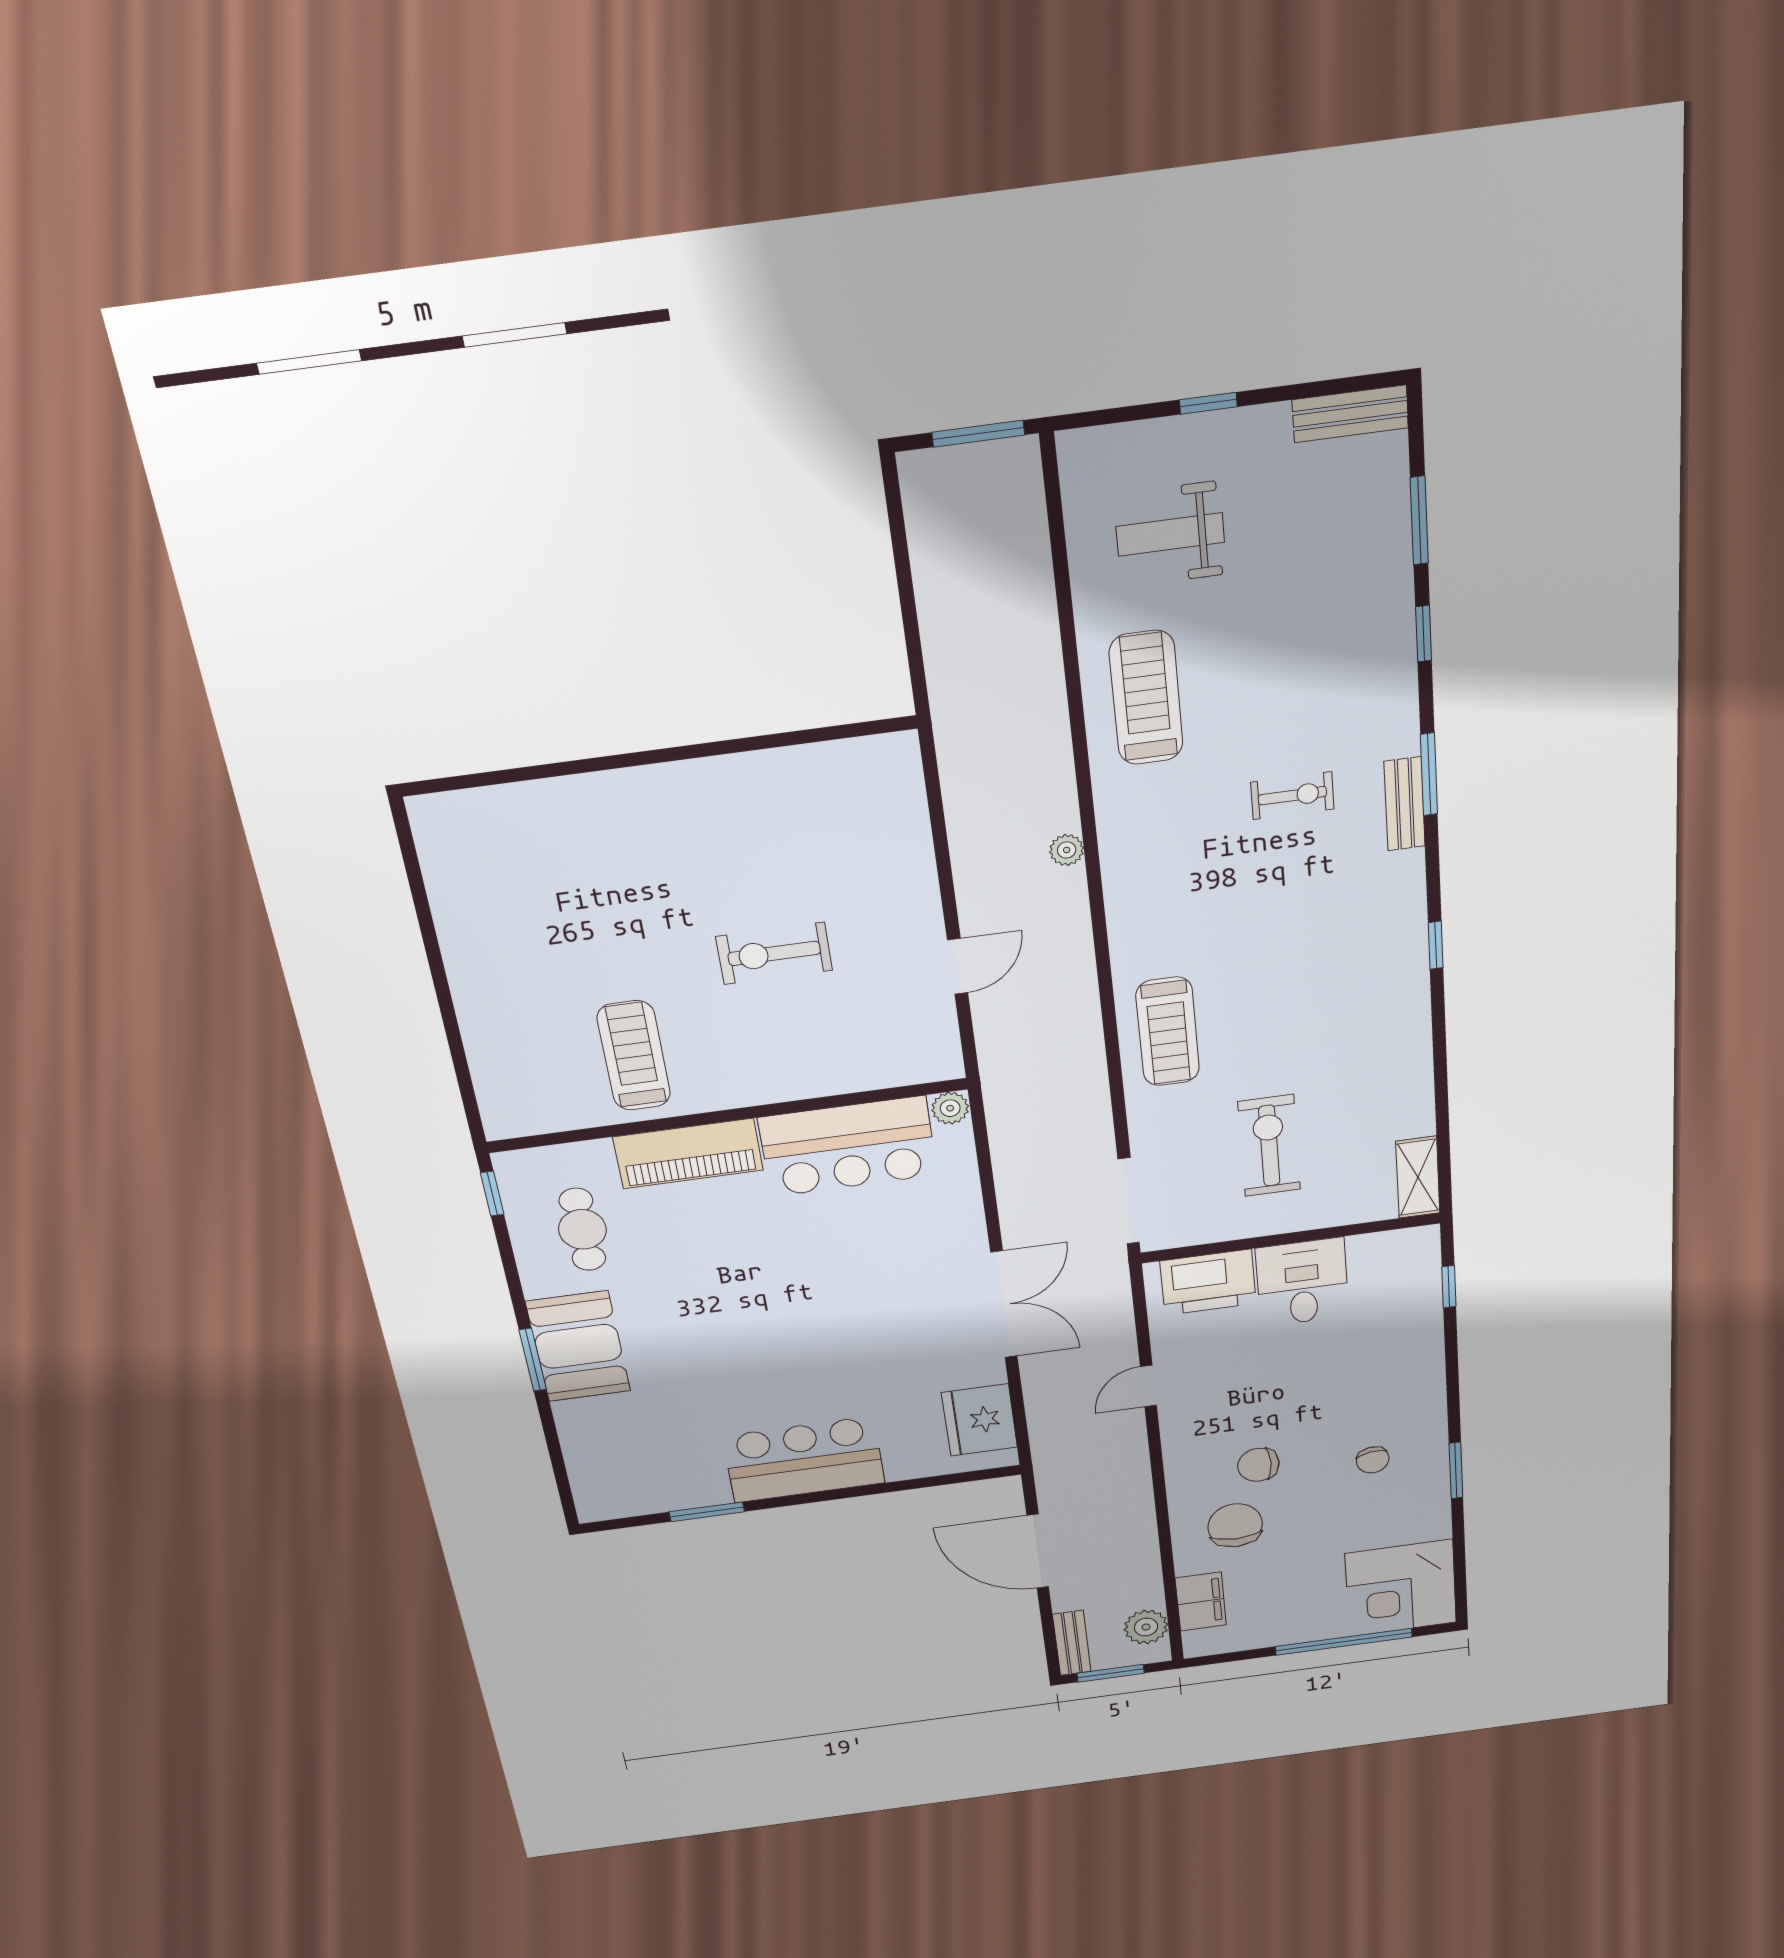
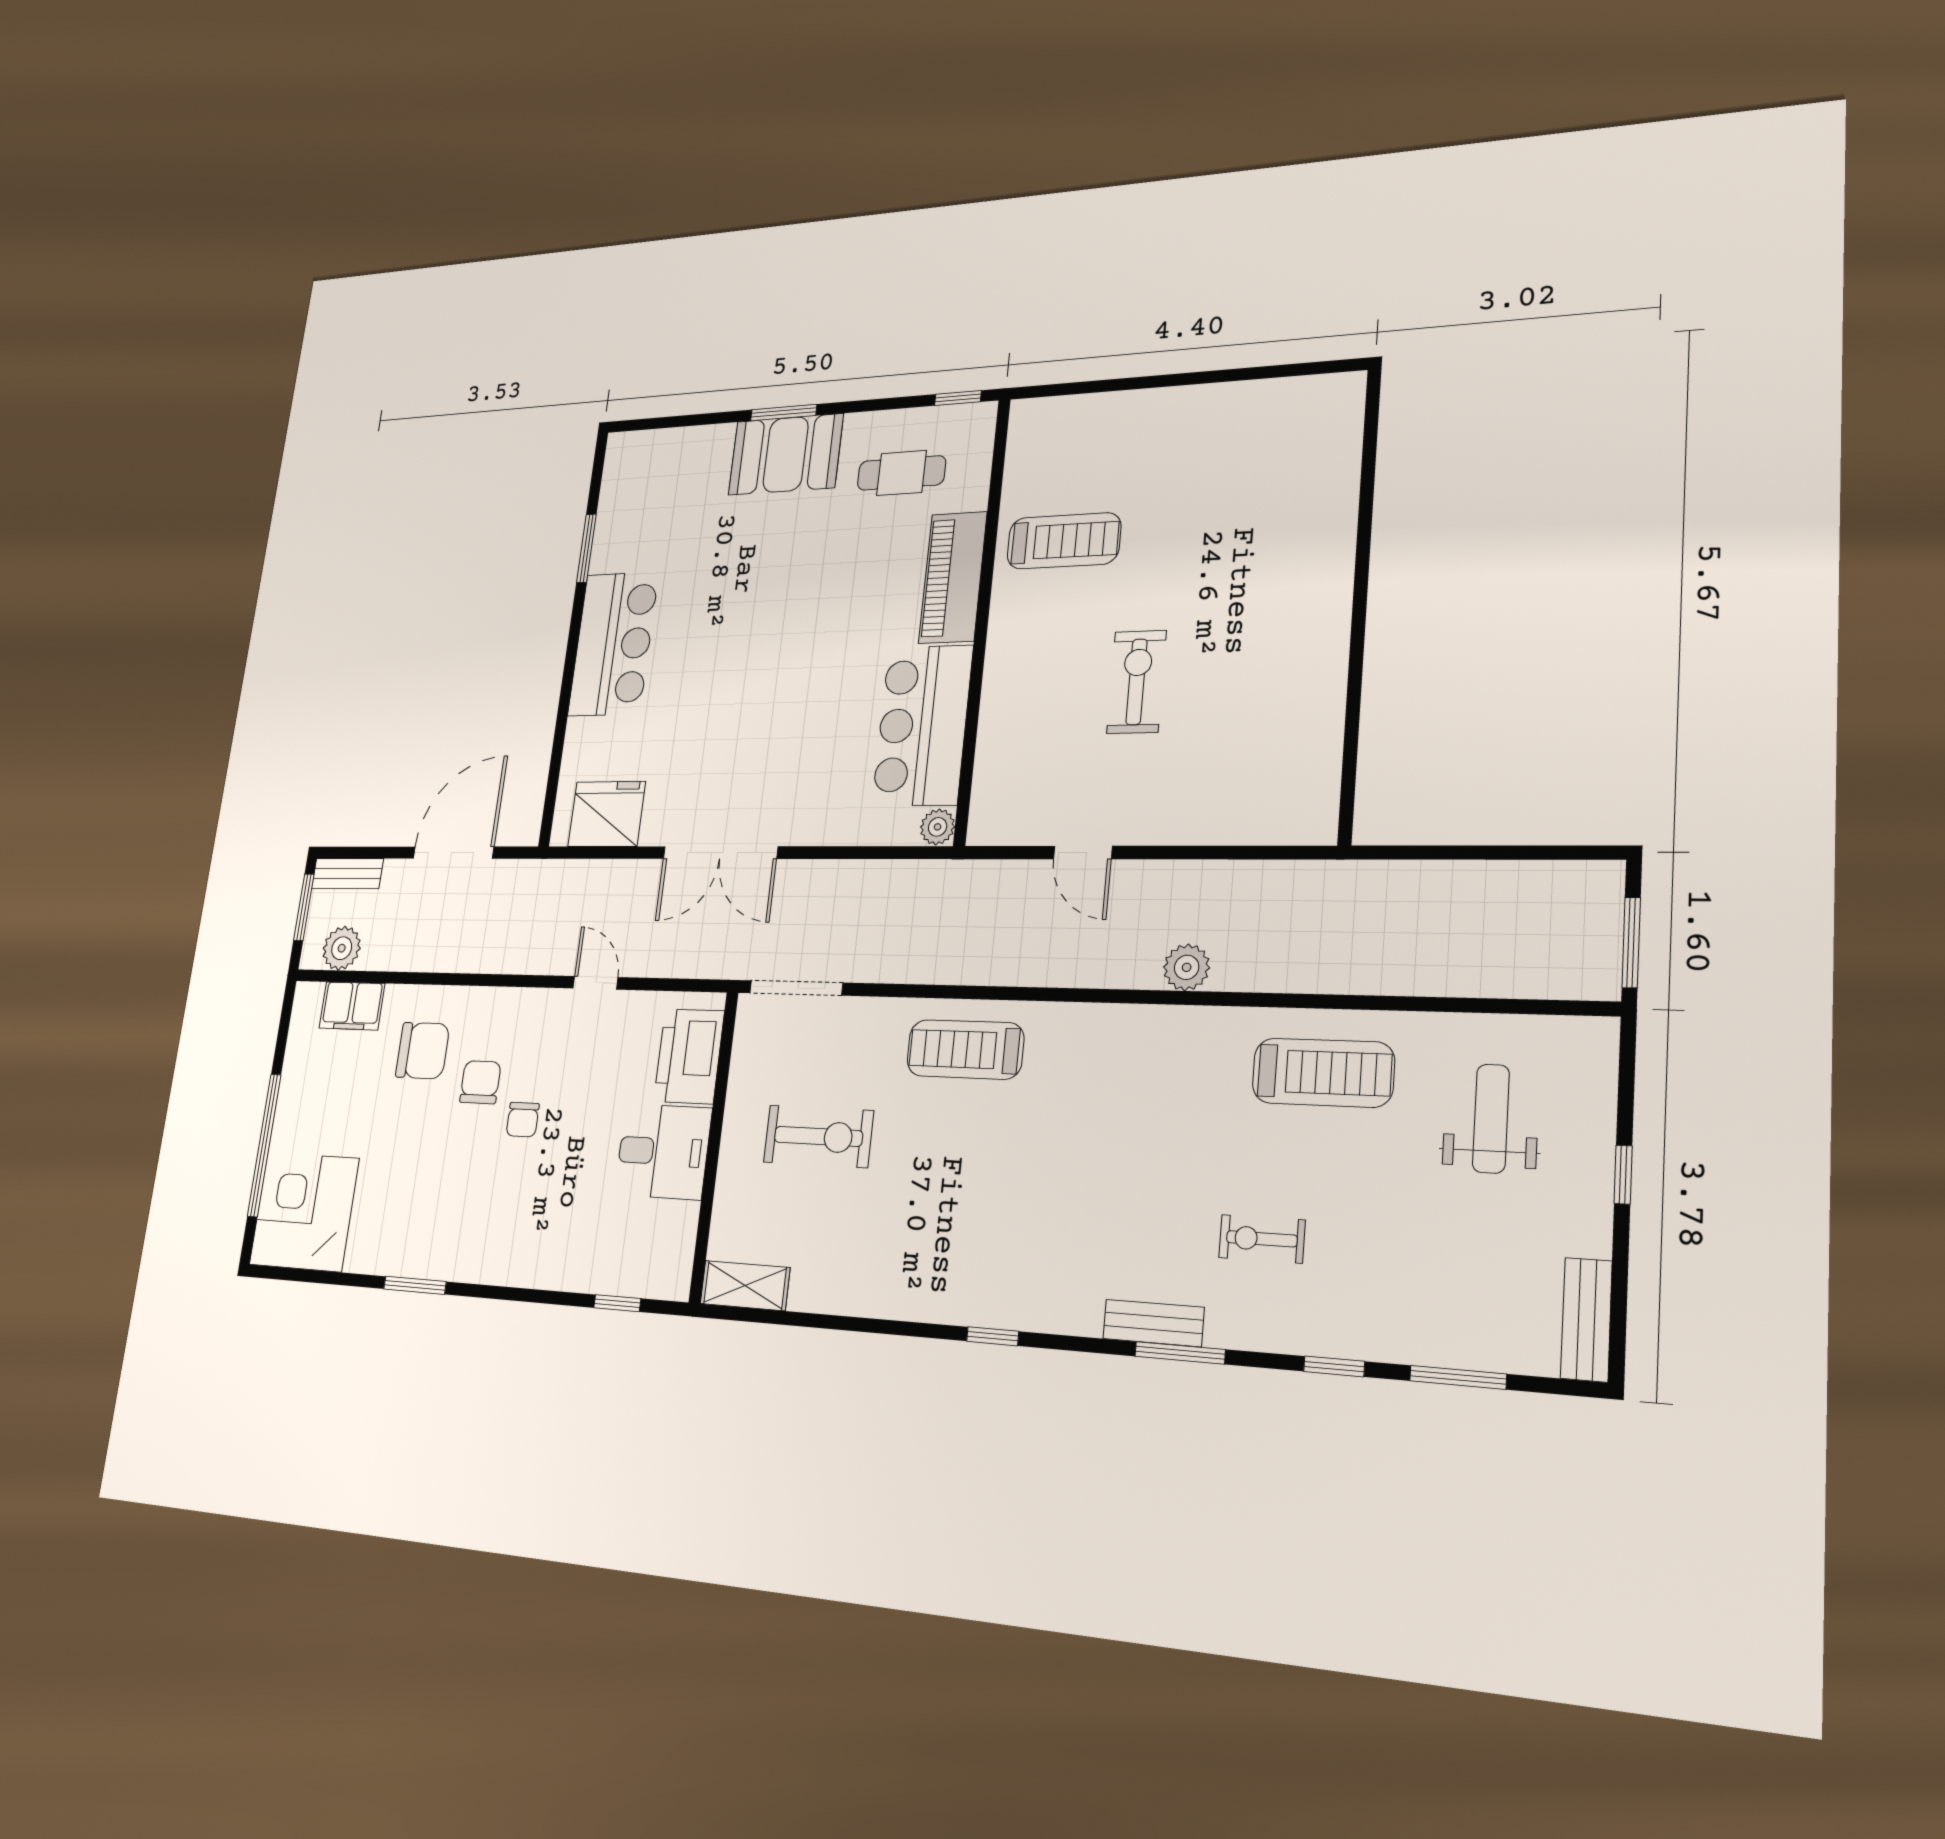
exercise bike: (1292, 796) -> (1262, 1239), moved, turned 90
plant: (1067, 850) -> (1187, 967), width x1.38, depth x1.38
chair: (1373, 1460) -> (523, 1120), moved, turned -82

